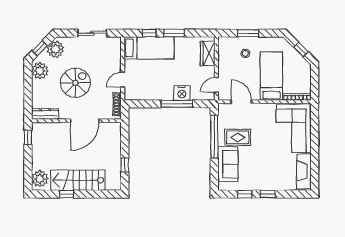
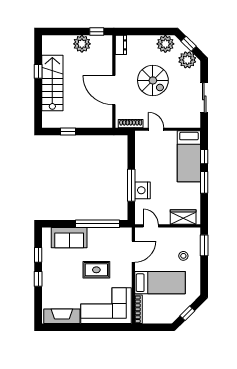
window: (248, 33) -> (204, 245), moved
dresser: (45, 114) -> (121, 45), width x0.70
rug: (238, 137) -> (96, 270), moved, turned 90
plant: (40, 179) -> (82, 44), moved

